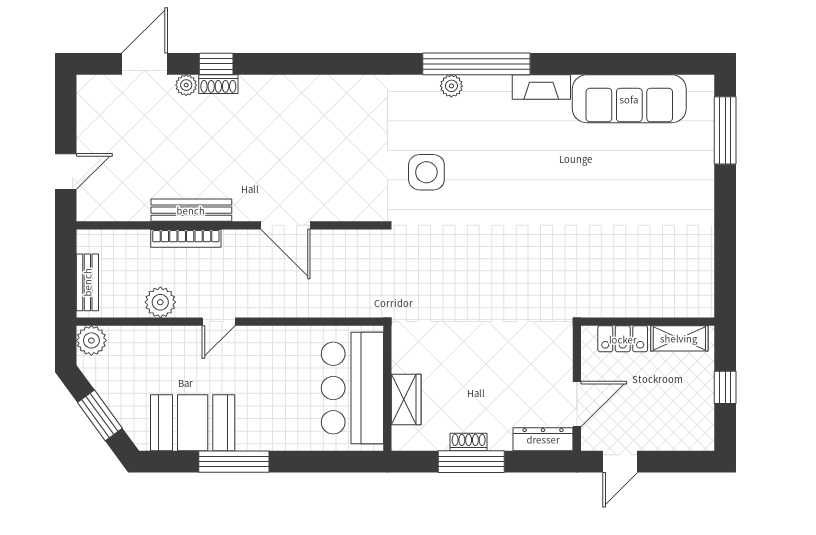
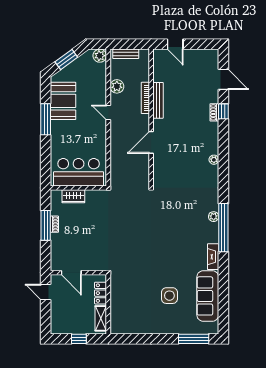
plant: (186, 85) -> (214, 160), moved
side table: (426, 172) -> (169, 296), moved
dresser: (543, 439) -> (56, 257), removed

